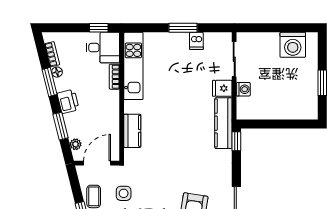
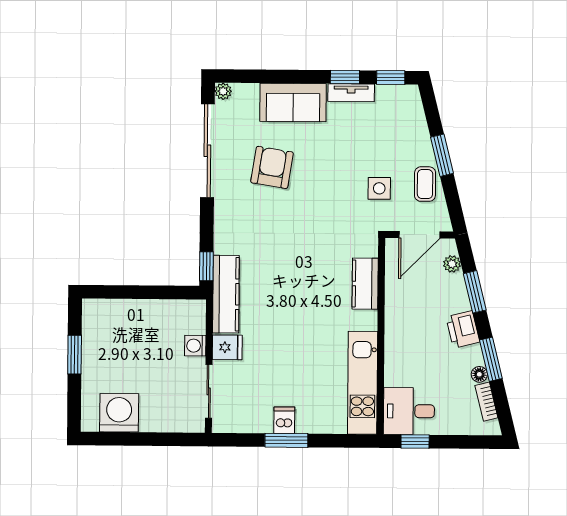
dishwasher: (196, 41) -> (284, 420), moved
bookcase: (114, 77) -> (392, 366), removed

